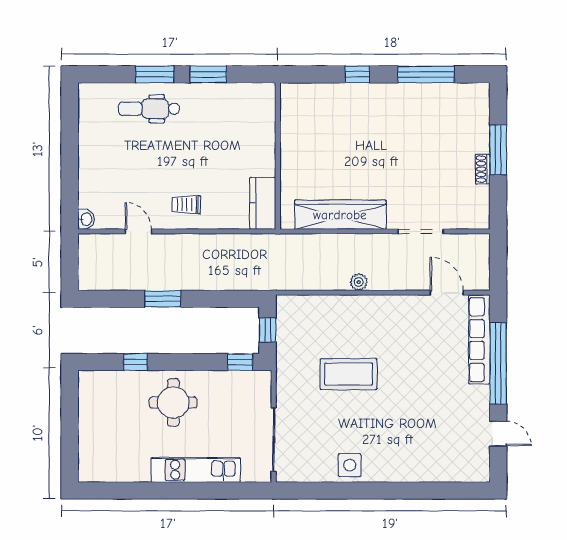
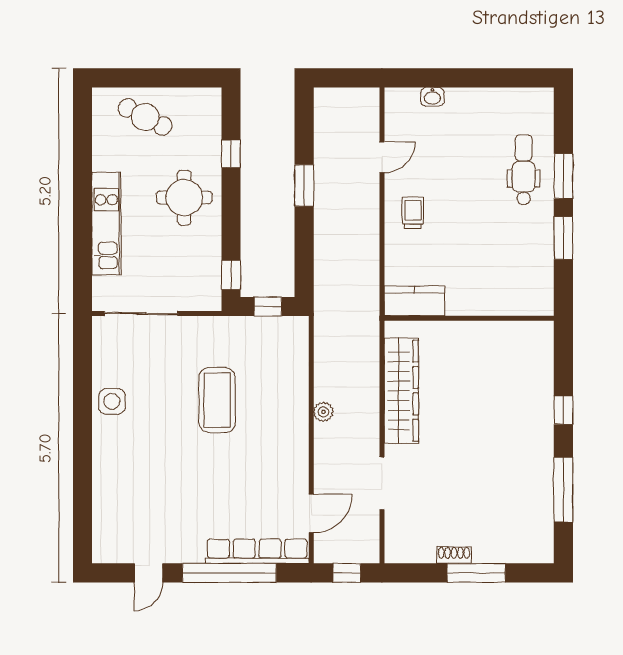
washbasin: (86, 219) -> (432, 97), moved
window: (498, 262) -> (347, 573), added
cafe table: (104, 436) -> (145, 117), added

